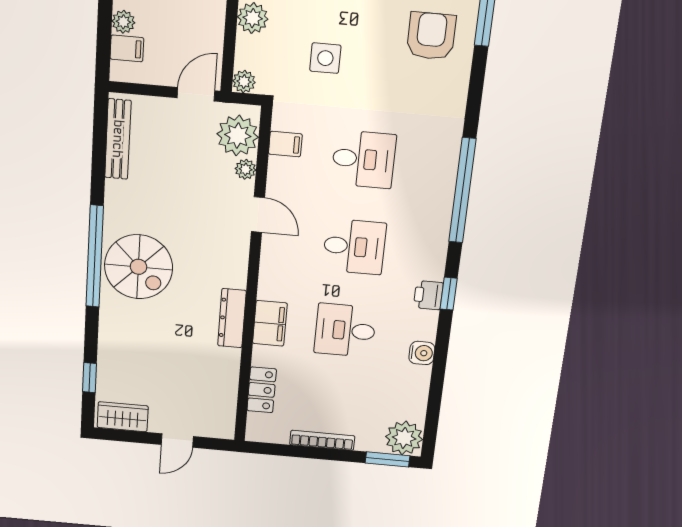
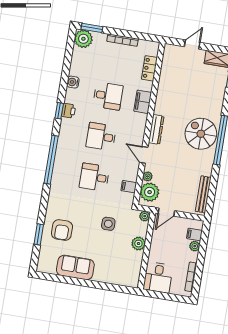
dresser: (232, 318) -> (156, 129), moved

